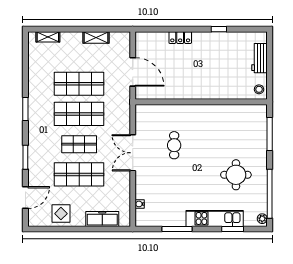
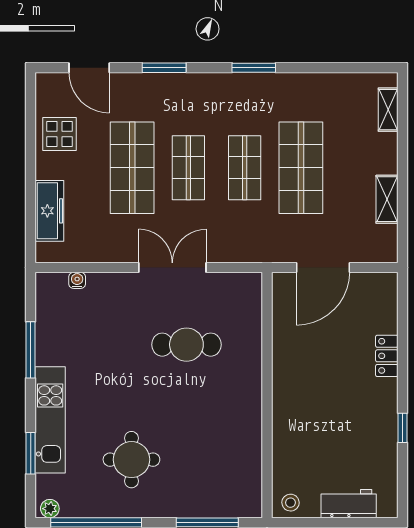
shop shelf: (79, 114) -> (245, 168), width x0.70, depth x0.74
cafe table: (174, 145) -> (186, 345), width x1.37, depth x1.35

